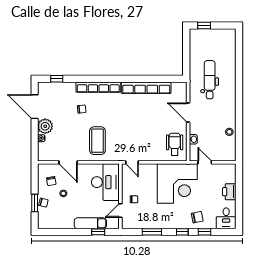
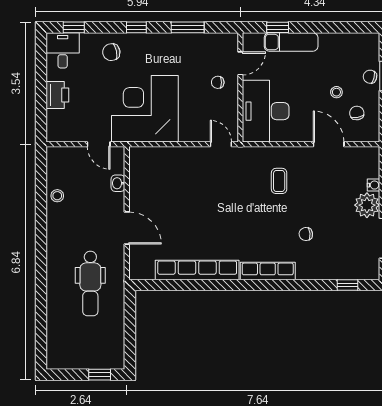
row of seats: (98, 87) -> (268, 271), width x0.73
coffee table: (97, 141) -> (279, 181), width x0.54, depth x0.58
wheelchair: (175, 144) -> (149, 175), removed
window: (204, 232) -> (74, 27), moved

